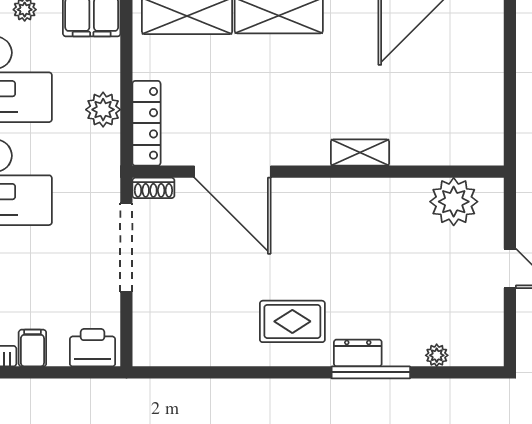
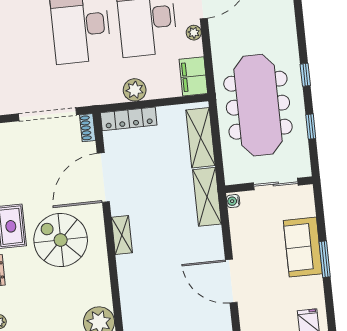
shelving: (360, 153) -> (122, 235), moved
spiral stairs: (321, 247) -> (61, 240), added

